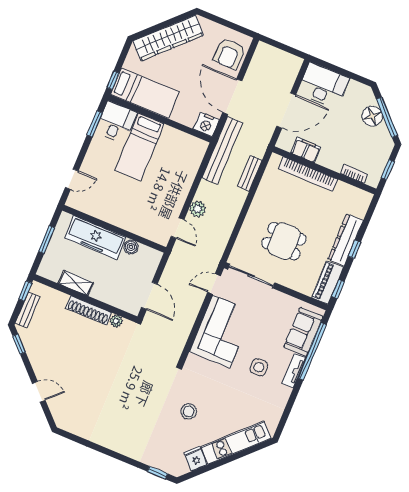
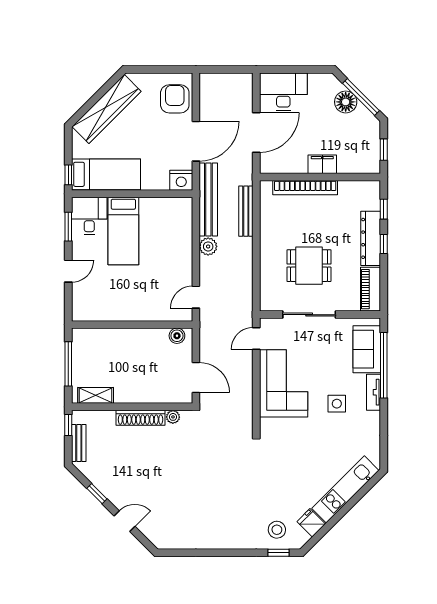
armchair: (229, 54) -> (175, 99), turned 180
door: (232, 97) -> (196, 141), swing flipped
filing cabinet: (306, 150) -> (322, 164), moved
bench: (250, 173) -> (246, 211), width x1.36
bookcase: (354, 174) -> (352, 168), removed
door: (72, 179) -> (68, 271), moved
plant: (198, 209) -> (208, 246), moved
door: (178, 228) -> (196, 297), swing flipped
freezer: (95, 237) -> (117, 341), removed
window: (47, 240) -> (68, 364), width x1.44
boiler: (131, 247) -> (177, 336), moved
sliding door: (251, 276) -> (309, 315), moved
shelving: (76, 283) -> (96, 395), moved
window: (338, 289) -> (384, 209), moved
window: (19, 344) -> (97, 494), moved
stool: (189, 411) -> (277, 530), moved

